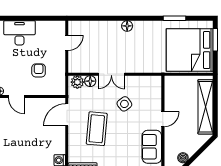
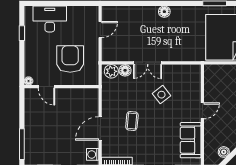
armchair: (39, 70) -> (70, 59), width x1.88, depth x1.88
door: (67, 115) -> (100, 128), moved
coffee table: (97, 129) -> (132, 121), width x0.54, depth x0.58

